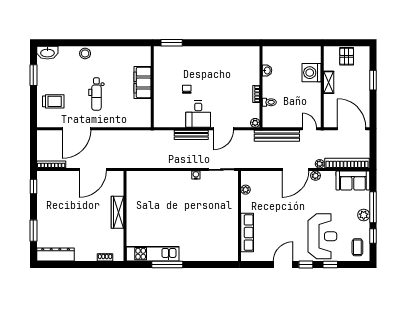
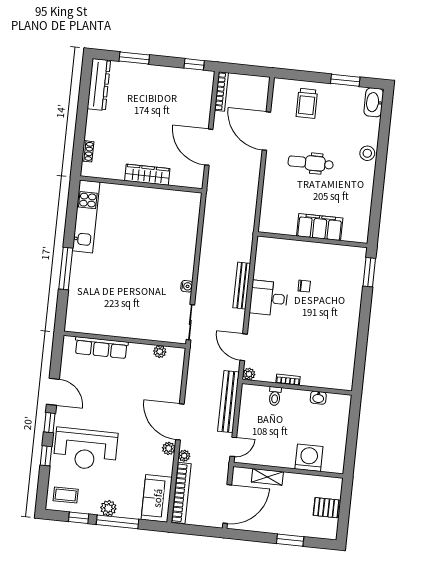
shelving: (329, 82) -> (267, 477), moved
door: (223, 129) -> (244, 347), moved
window: (167, 264) -> (66, 268), moved

